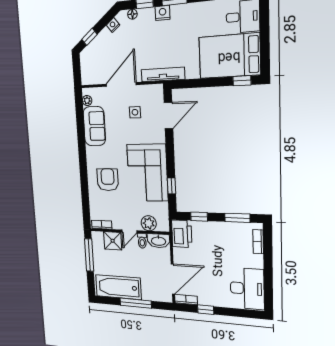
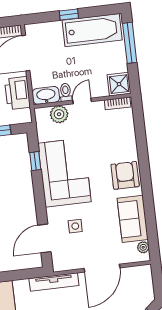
side table: (135, 112) -> (75, 226), moved
armchair: (108, 180) -> (125, 175), moved, turned 180
printer: (182, 234) -> (18, 93), moved
shower: (113, 241) -> (119, 84), moved
window: (89, 255) -> (130, 43), moved
window: (136, 303) -> (69, 15), width x0.46

